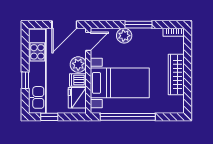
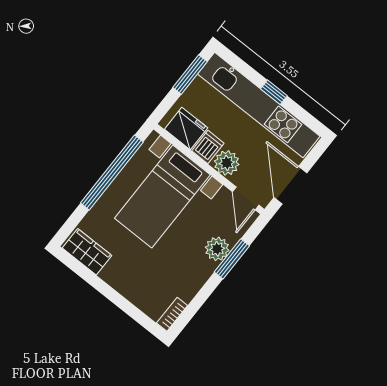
window: (139, 25) -> (232, 259), moved
wardrobe: (176, 75) -> (87, 252), moved, width x0.67
window: (25, 80) -> (274, 92), moved
window: (49, 117) -> (190, 74), width x1.50

